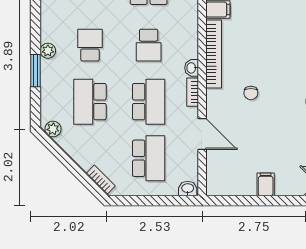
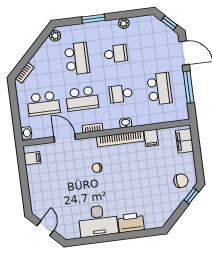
plant: (48, 51) -> (124, 23), moved
washbasin: (192, 68) -> (126, 123), moved
school desk: (90, 102) -> (77, 59), turned 90
door: (202, 134) -> (65, 138), swing flipped
filing cabinet: (266, 184) -> (32, 158), moved

